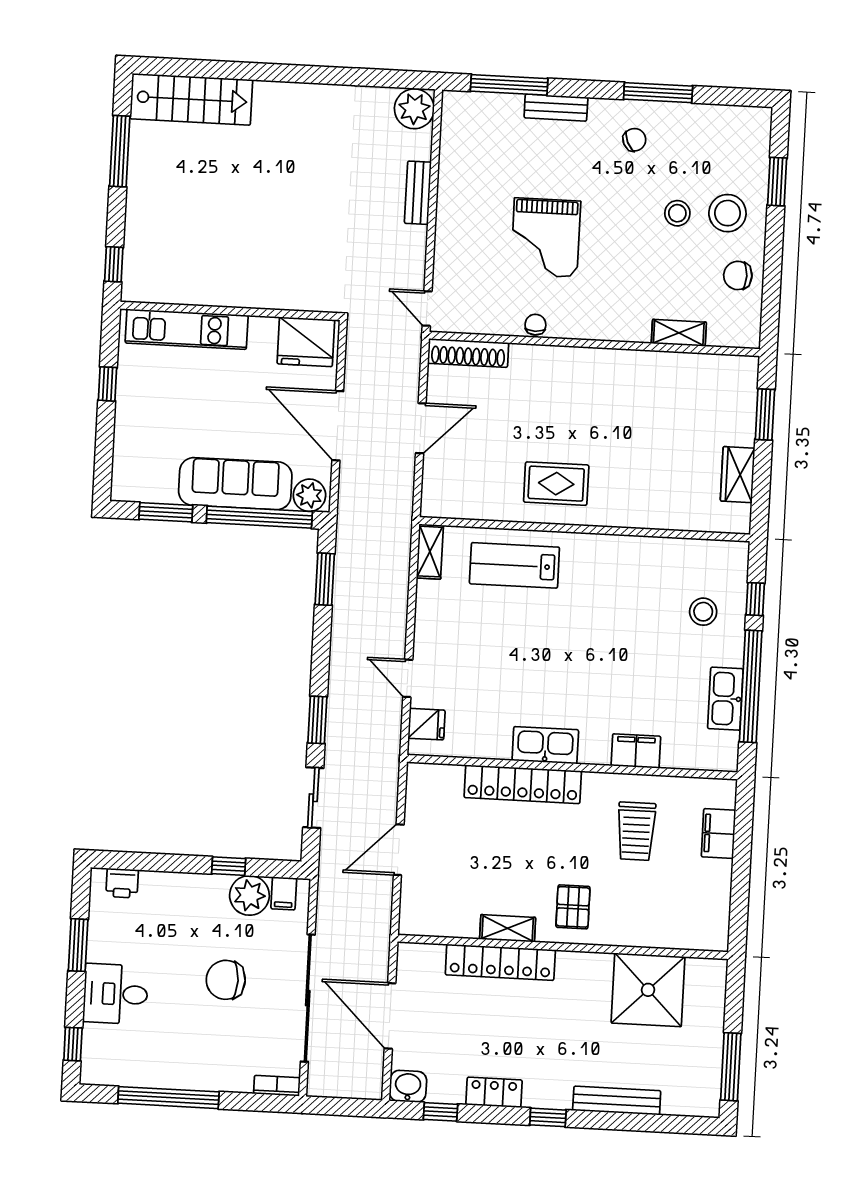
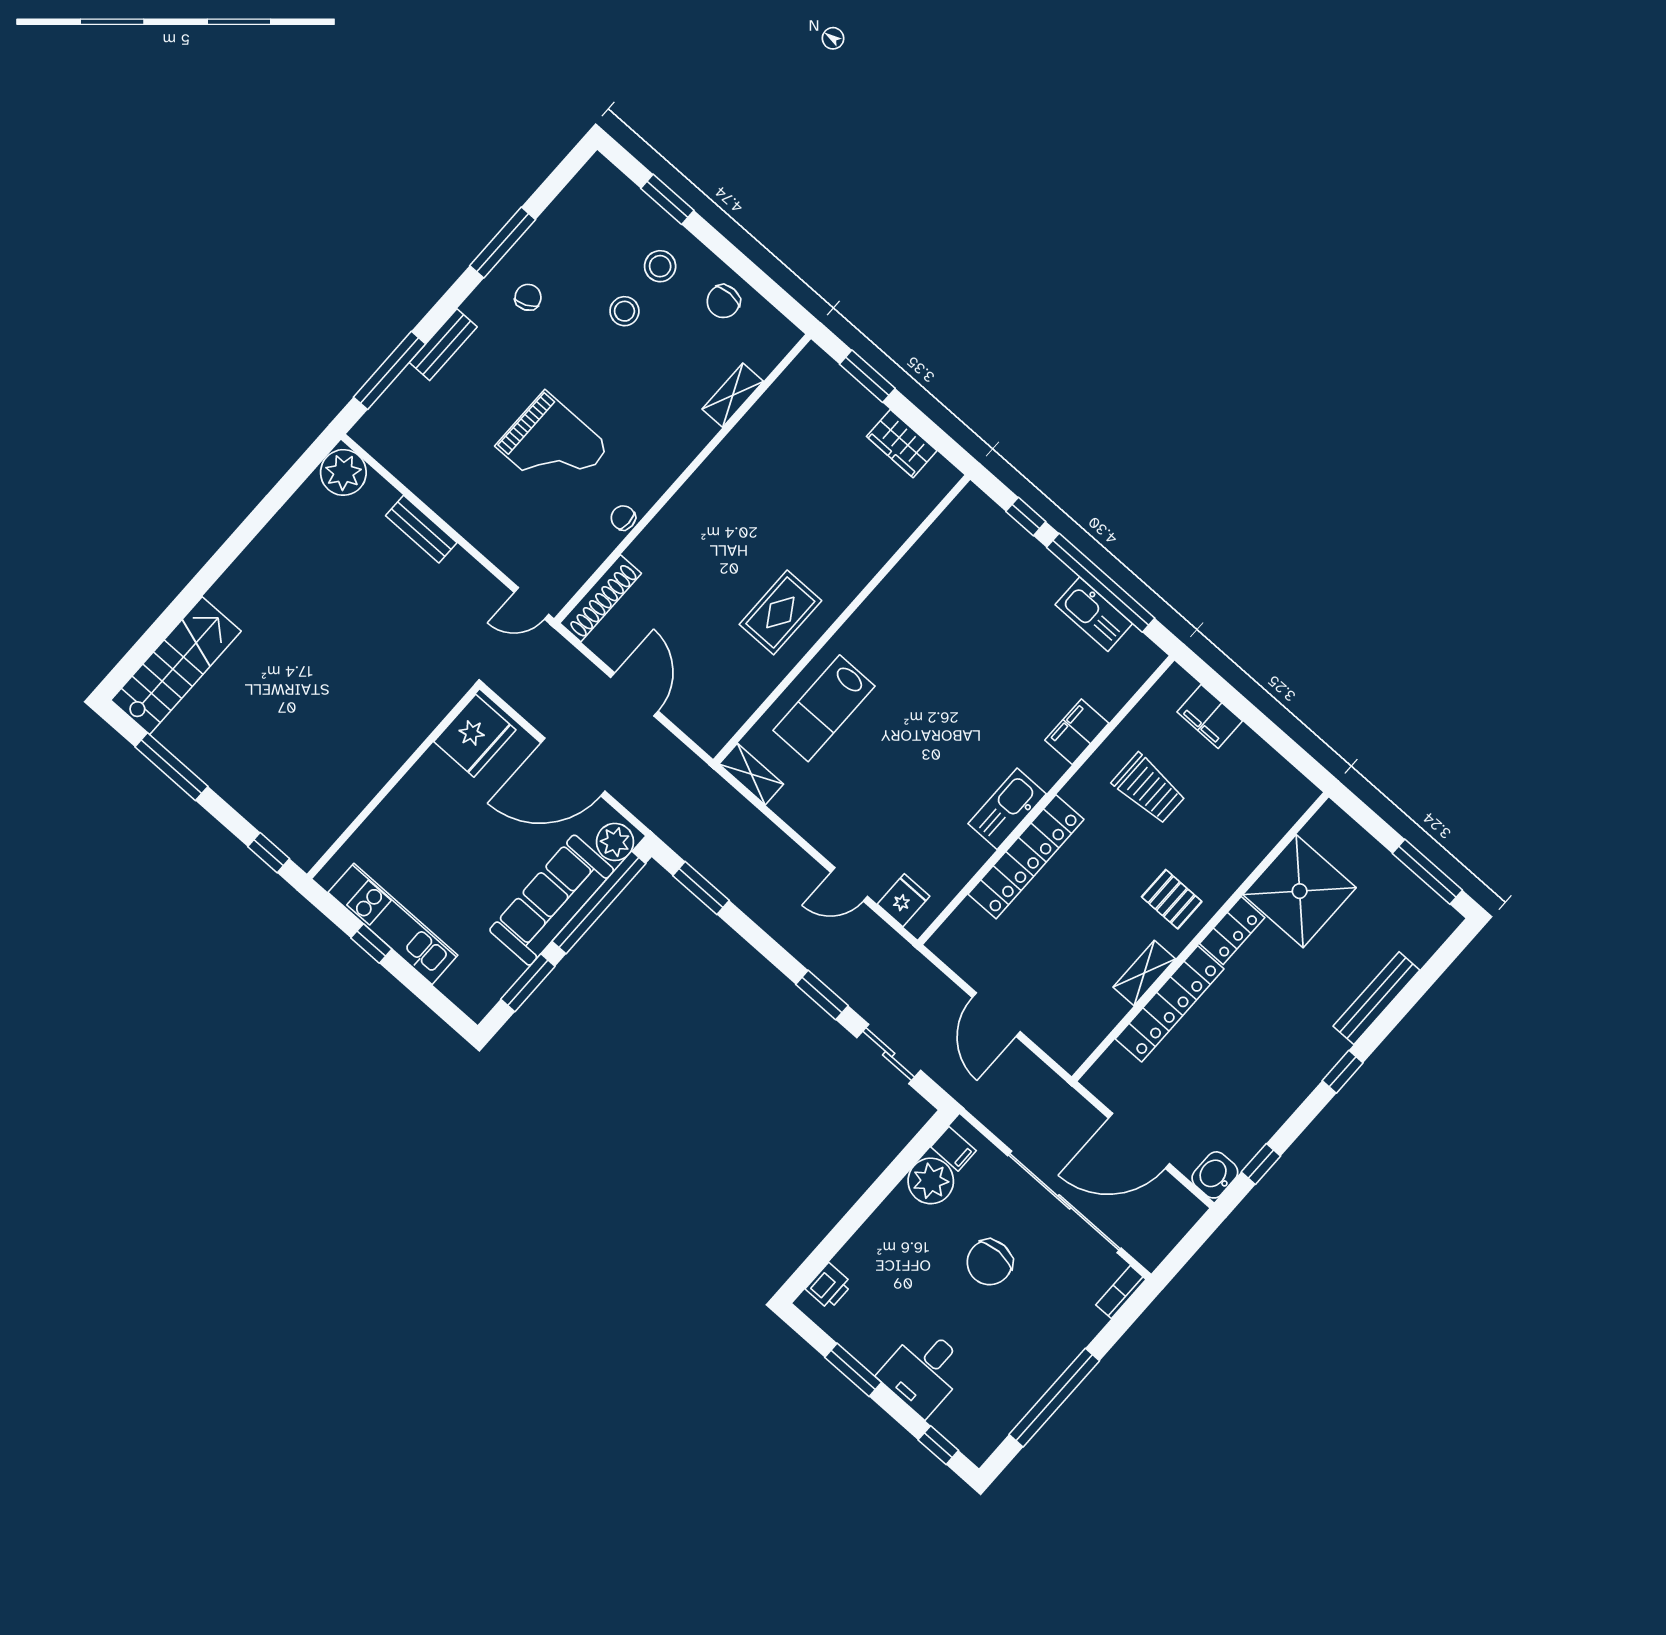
stool: (727, 213) -> (660, 266), width x0.73, depth x0.73
kitchen unit: (187, 329) -> (393, 924), moved, turned -90
stool: (703, 612) -> (1000, 572), removed
window: (229, 866) -> (890, 1179), removed
locker: (494, 1092) -> (1232, 931), moved, turned 180

